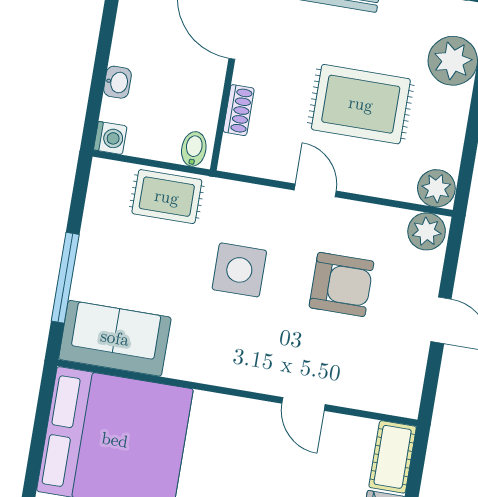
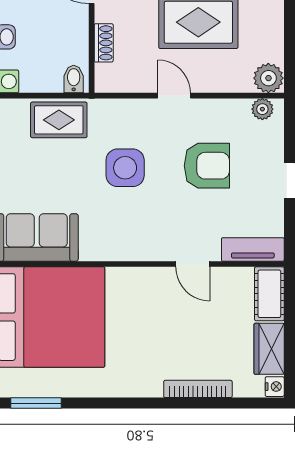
plant: (427, 231) -> (262, 109), width x0.73, depth x0.73
tv unit: (381, 398) -> (253, 249), added

